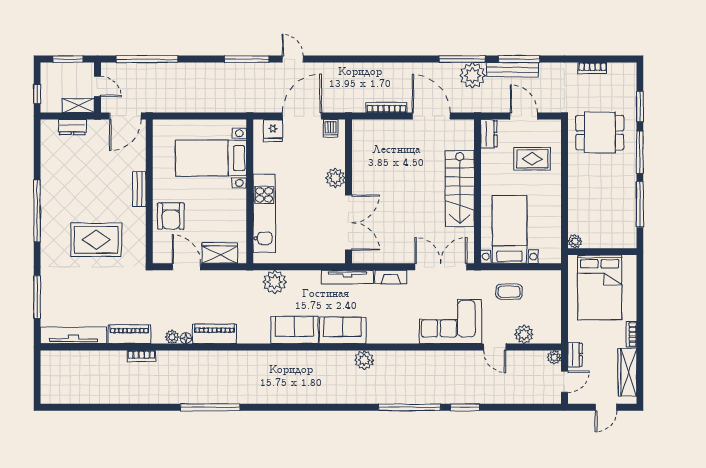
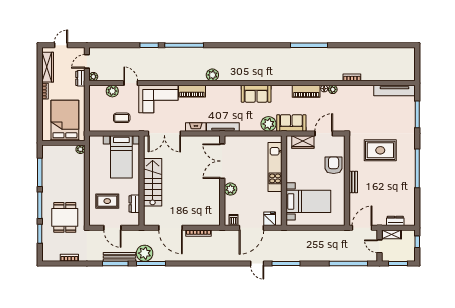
dining table: (600, 133) -> (65, 217), turned 90
dresser: (489, 134) -> (134, 204), moved
door: (186, 267) -> (324, 133), swing flipped
sofa: (343, 330) -> (291, 123), moved, turned 180
piano: (129, 334) -> (192, 91), moved

